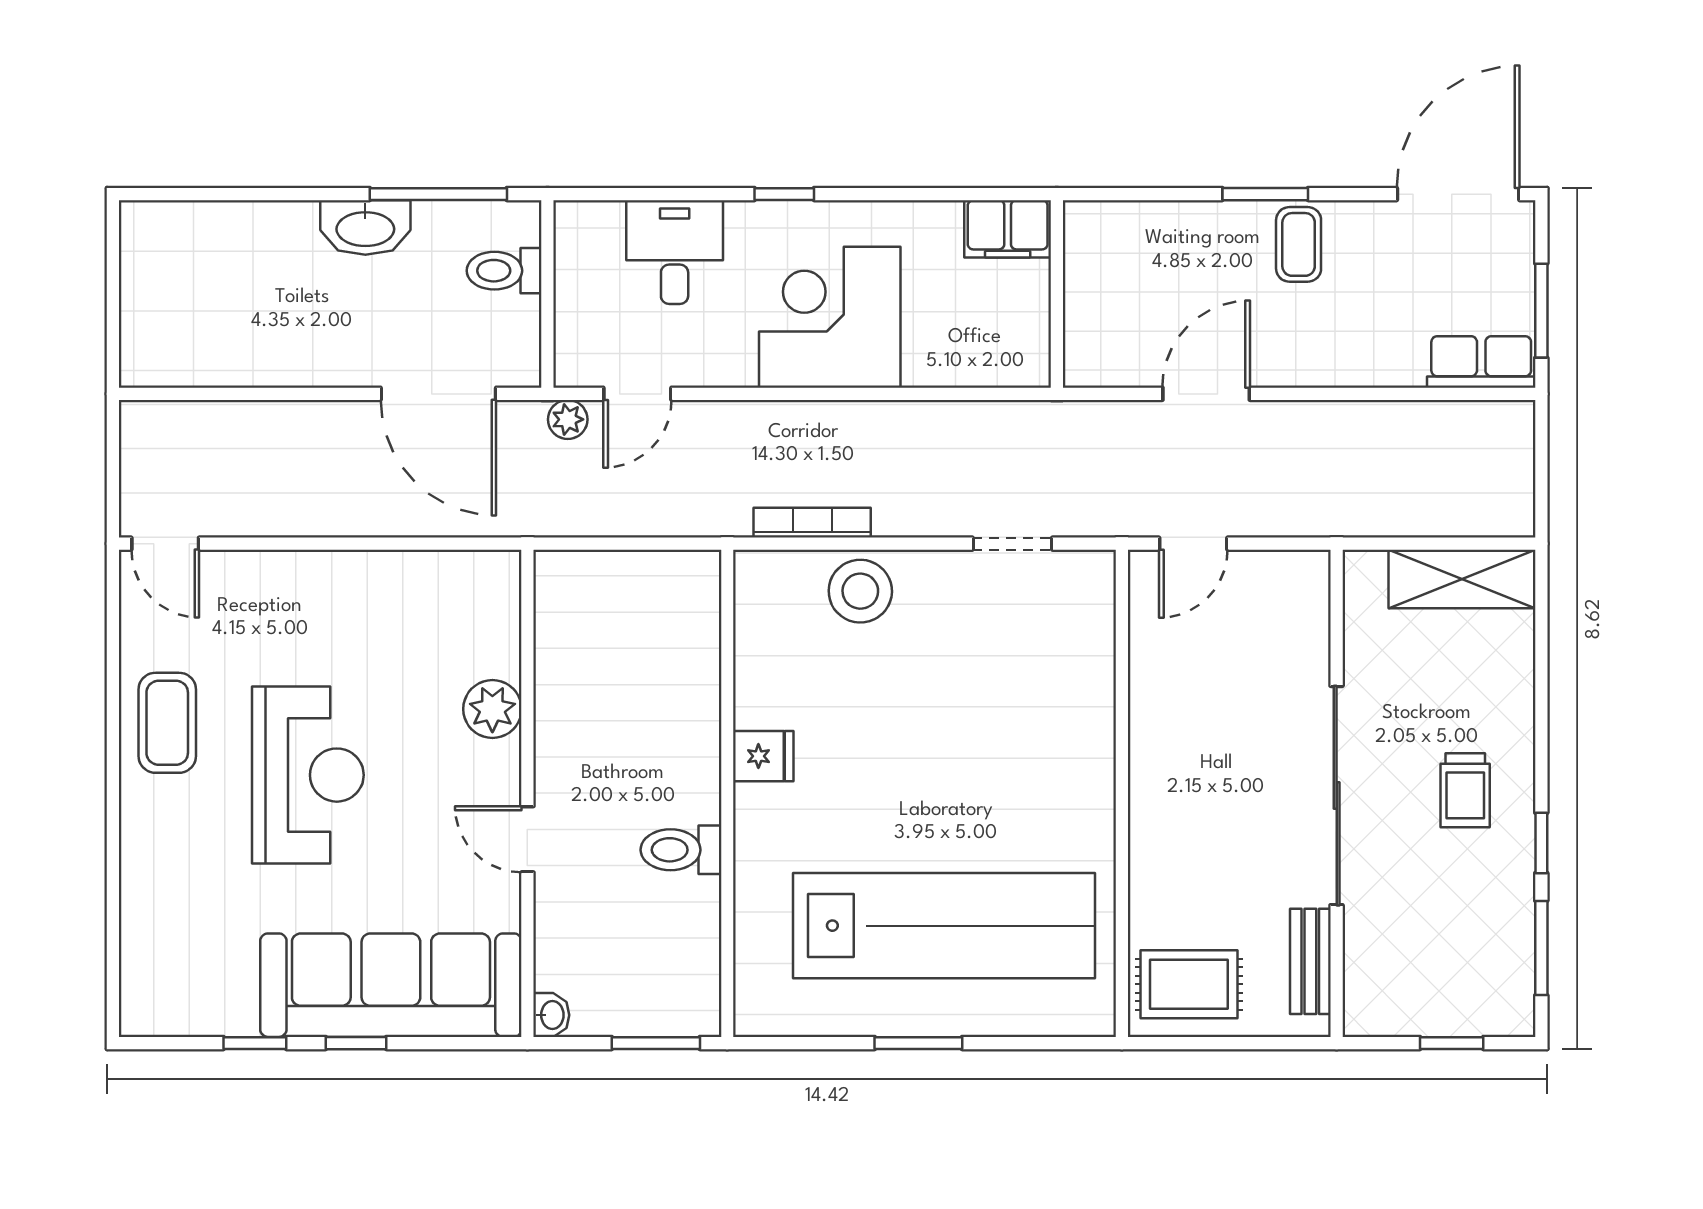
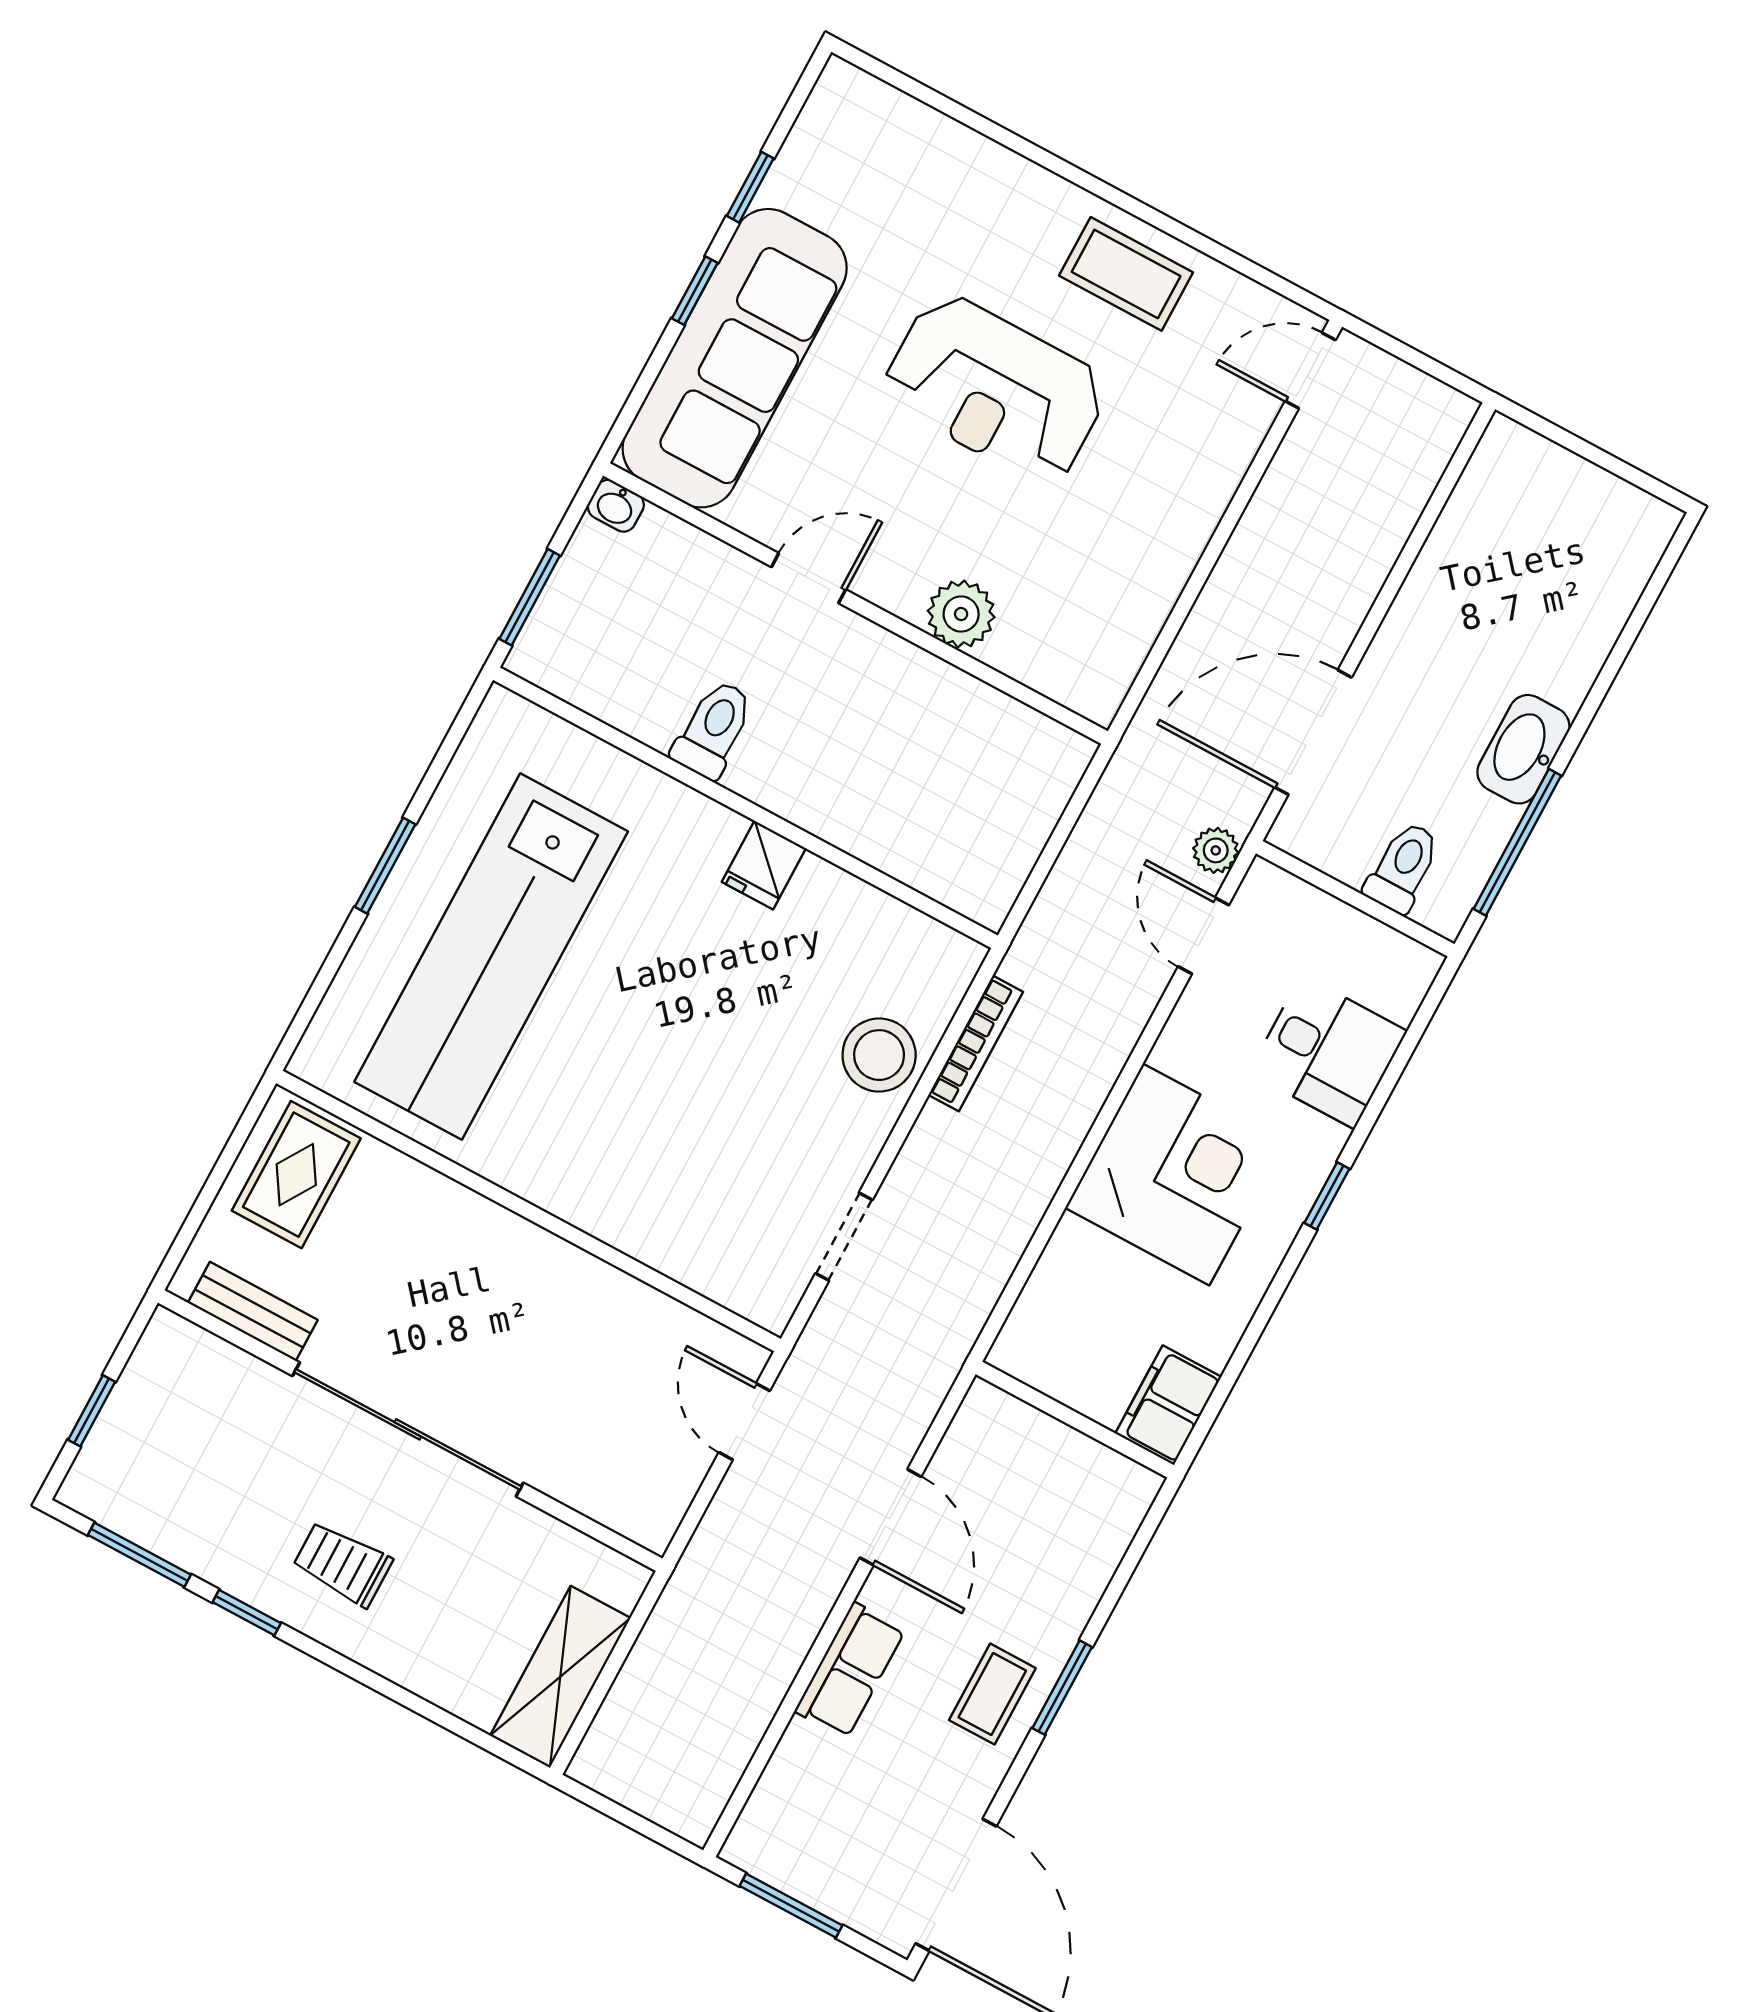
coffee table: (1299, 244) -> (992, 1694), turned 90
row of seats: (1481, 362) -> (850, 1670), moved

